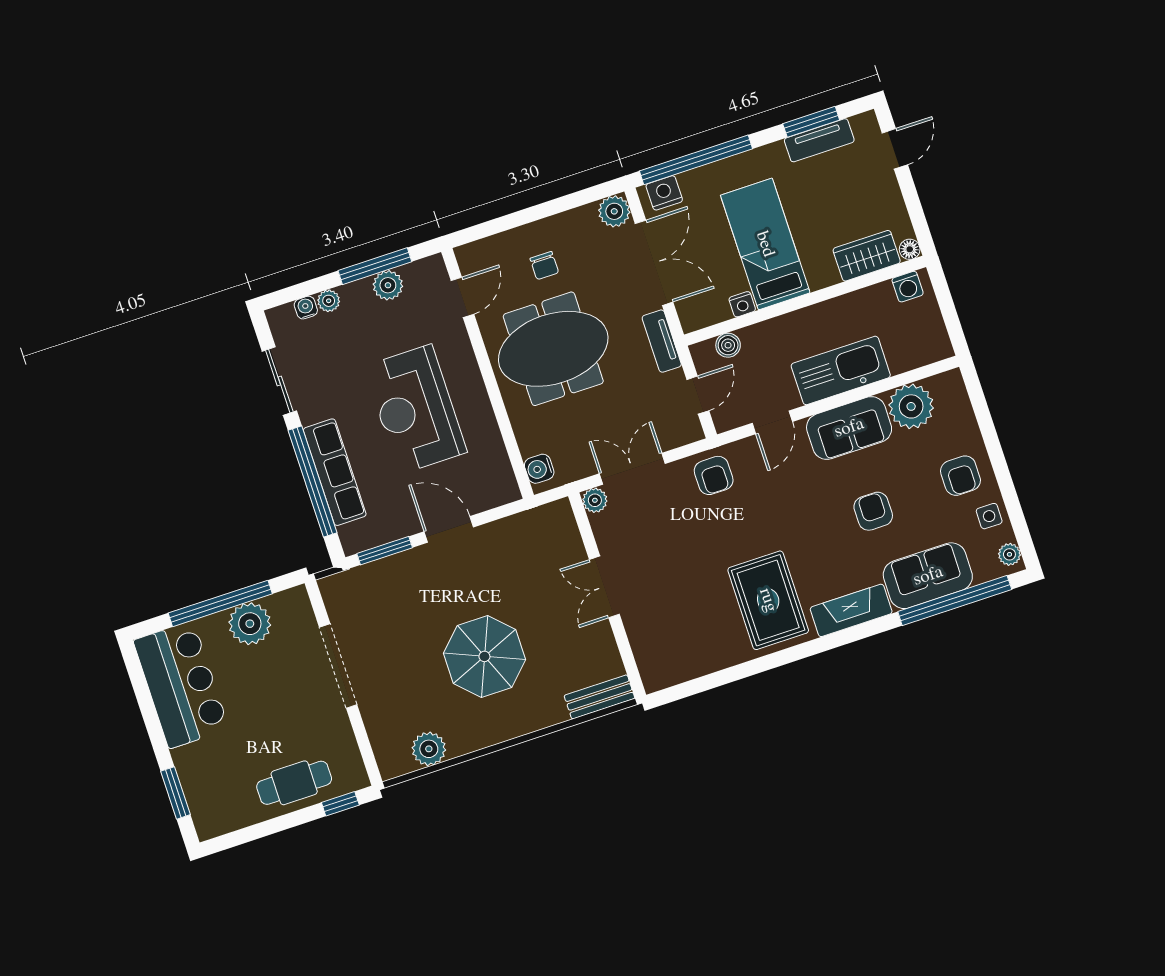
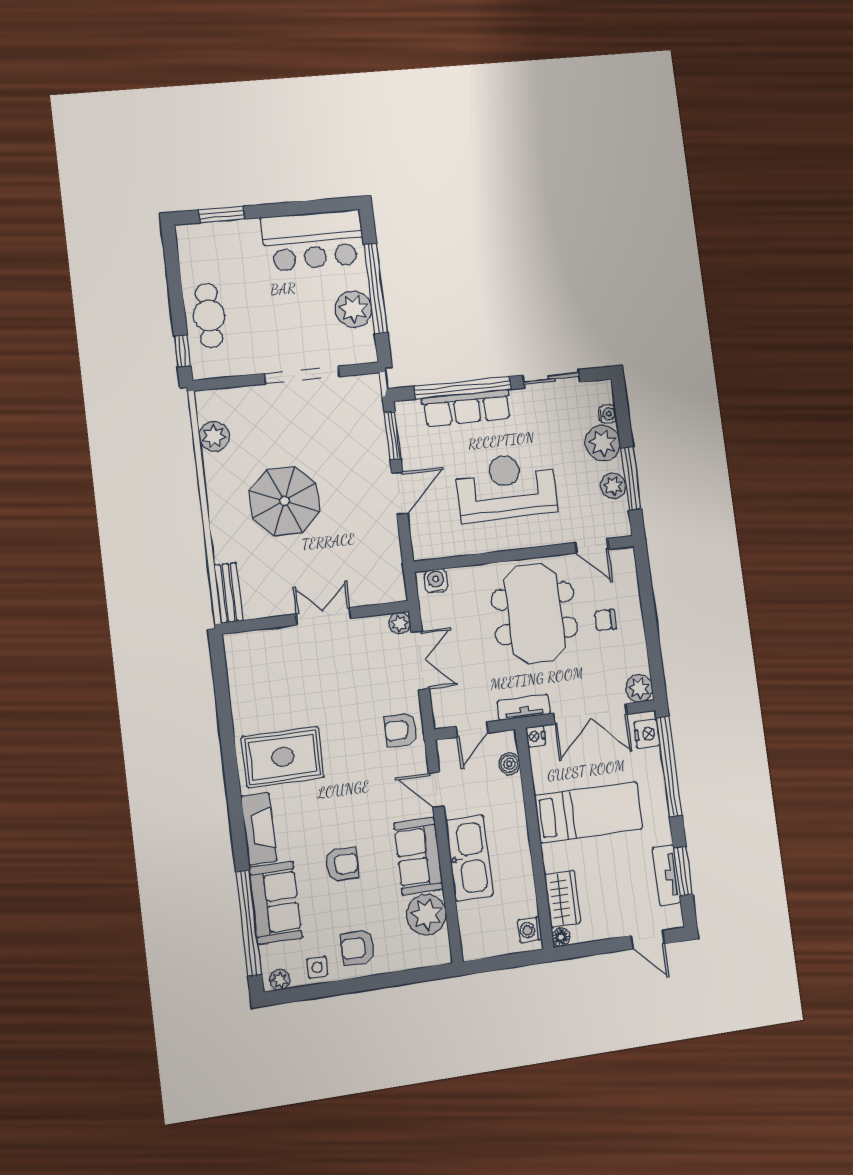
plant: (329, 301) -> (603, 443), width x1.88, depth x1.88
nightstand: (742, 304) -> (536, 736), moved
door: (698, 395) -> (472, 730), hinge flipped

